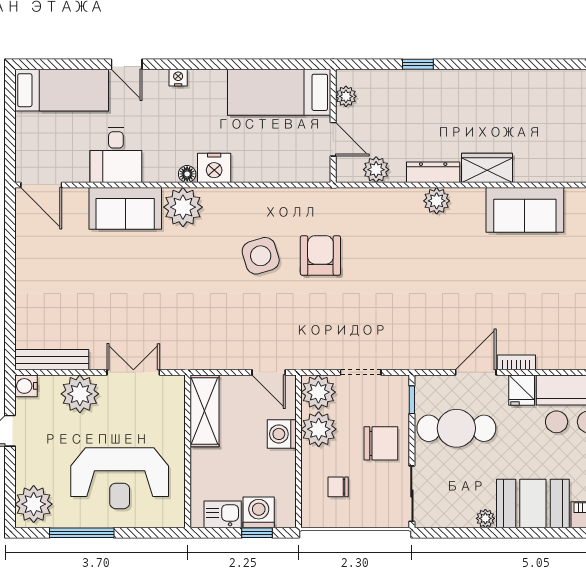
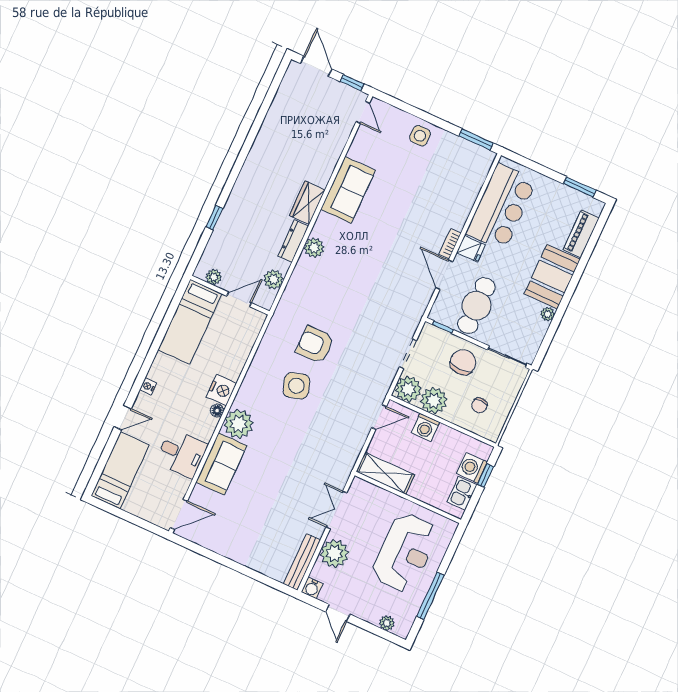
plant: (34, 504) -> (387, 623), width x0.53, depth x0.53

